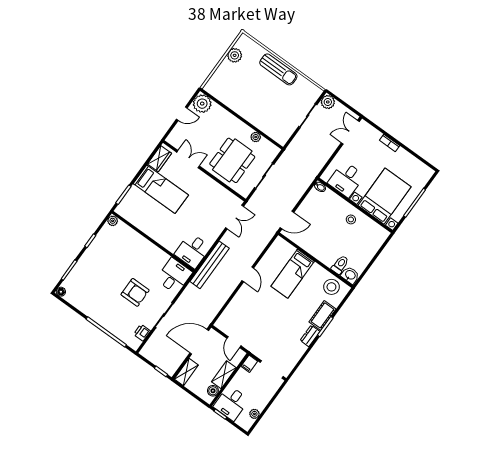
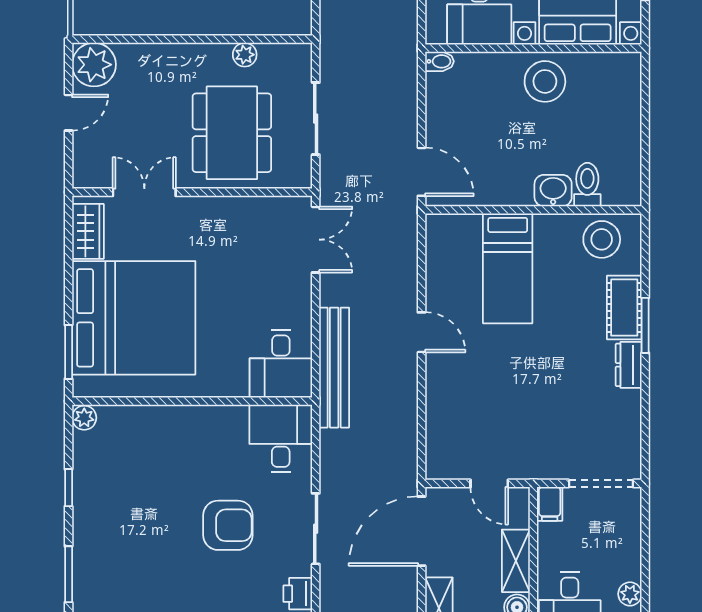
bed: (161, 189) -> (134, 318), width x2.04
stool: (351, 219) -> (545, 81), width x1.89, depth x1.89
door: (287, 220) -> (422, 172), hinge flipped
washbasin: (350, 275) -> (553, 191), moved

